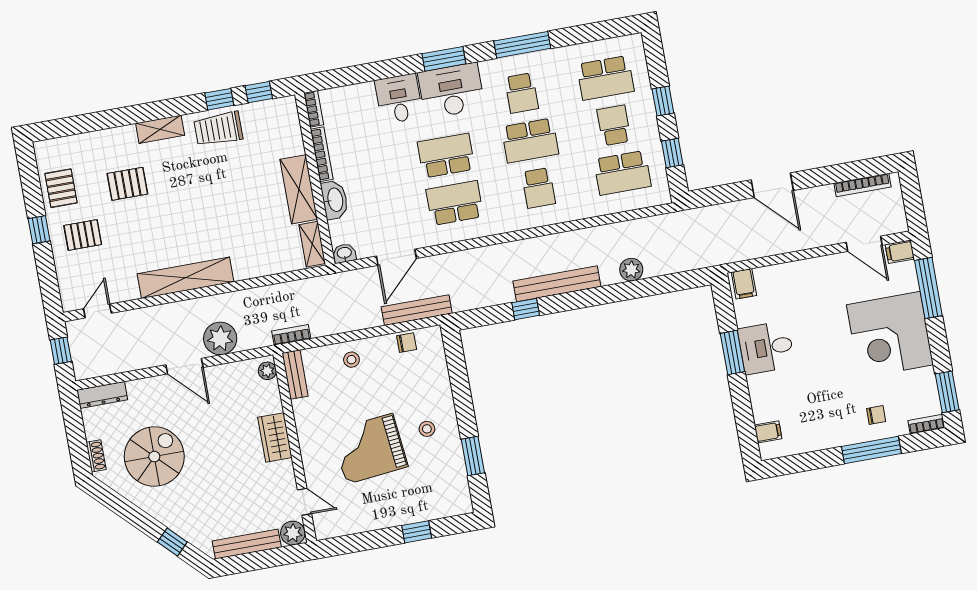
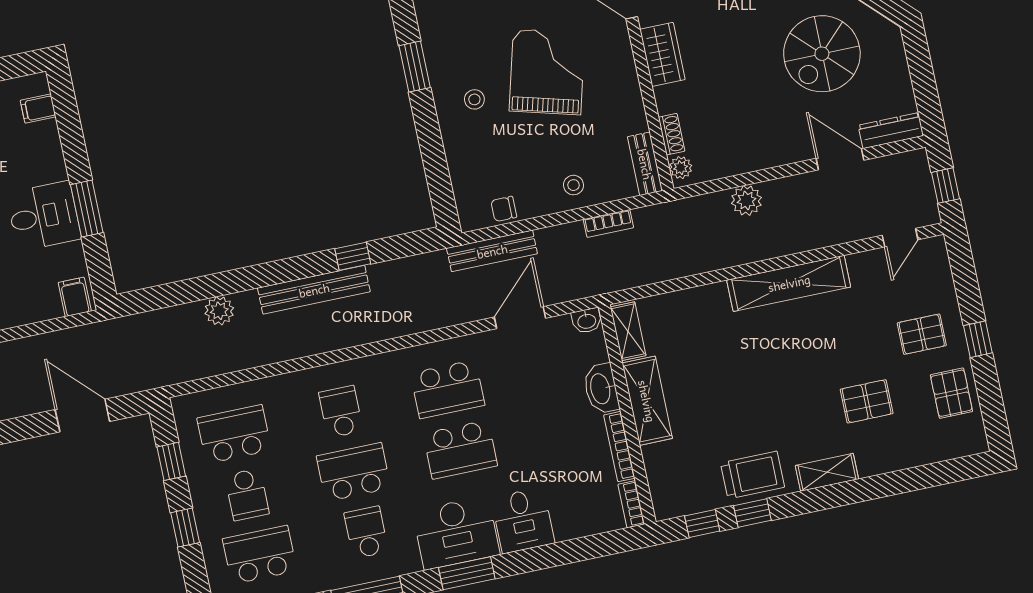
door: (772, 185) -> (82, 416), moved
bookcase: (291, 335) -> (608, 223), moved
plant: (220, 338) -> (746, 200), width x0.73, depth x0.73
door: (184, 366) -> (840, 159), moved
wardrobe: (275, 437) -> (662, 54), moved
grand piano: (370, 449) -> (547, 72), turned -69
shoe rack: (96, 456) -> (672, 134), moved, turned 180

